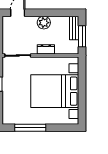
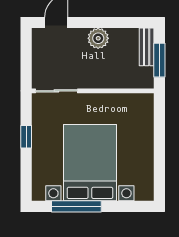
dresser: (46, 49) -> (102, 81), removed
bed with nightstands: (55, 91) -> (90, 163), moved, turned 90

